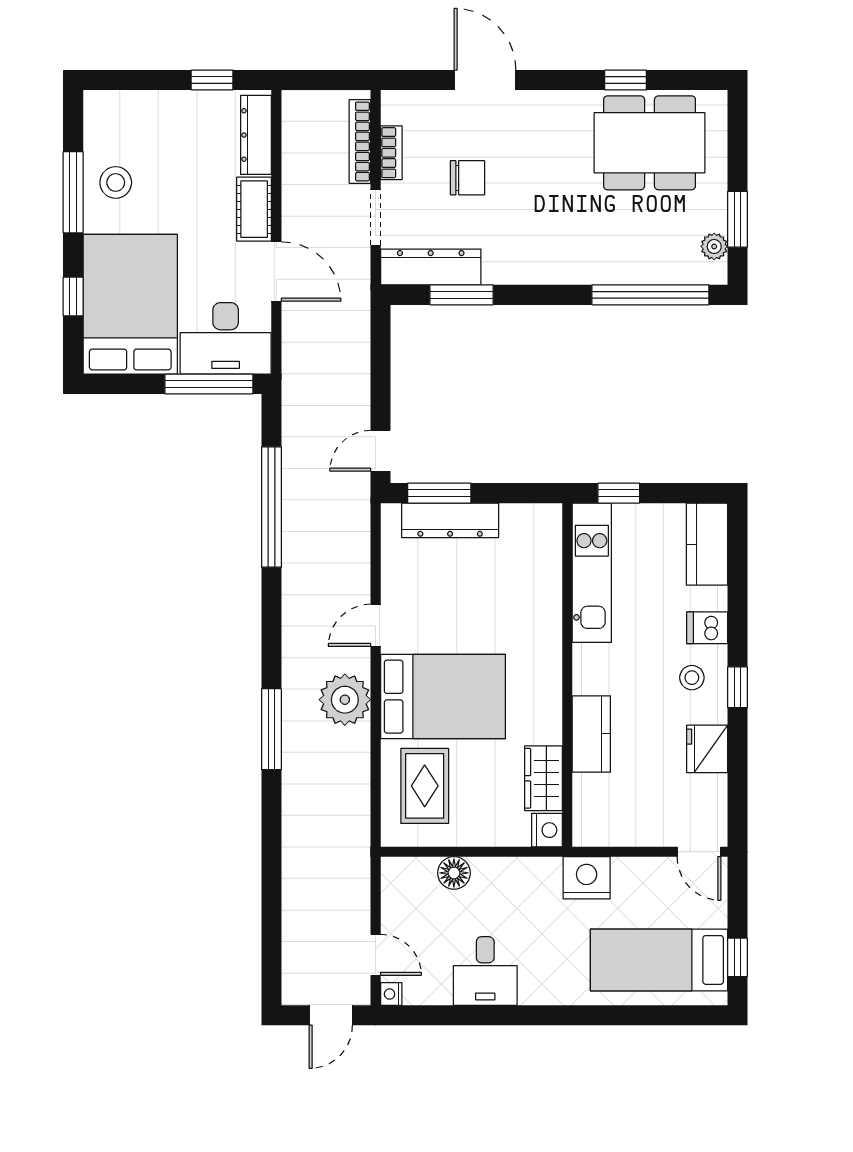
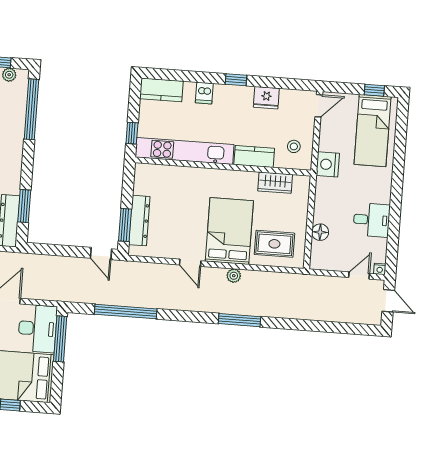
kitchen unit: (592, 573) -> (185, 151), width x1.36
stool: (692, 678) -> (294, 146), moved
plant: (345, 700) -> (234, 276), width x0.53, depth x0.53
nightstand: (547, 830) -> (302, 183), removed

